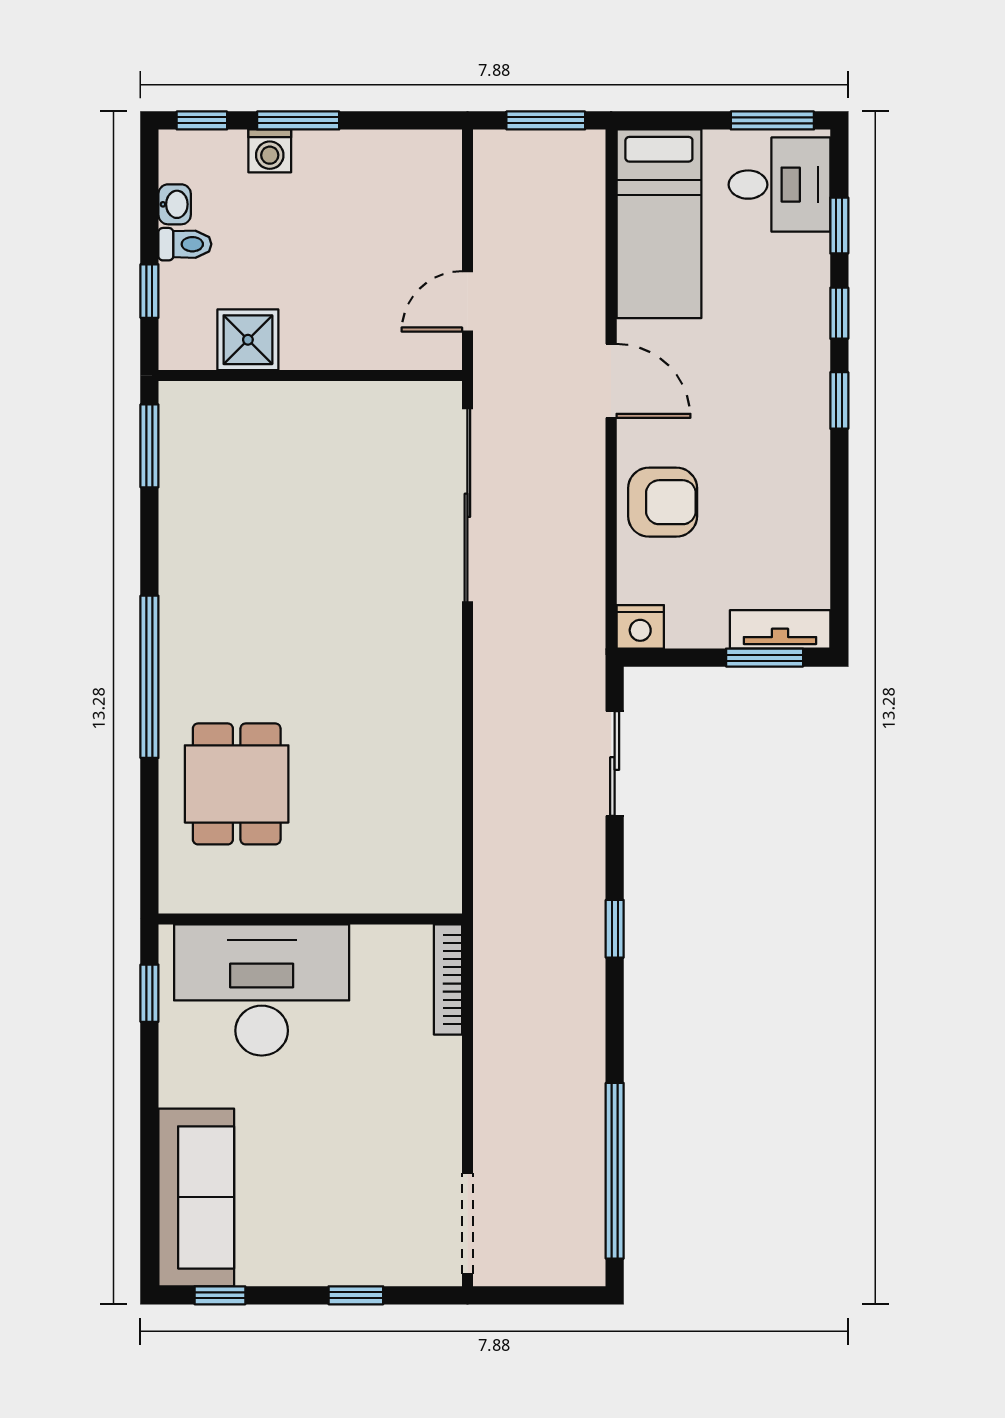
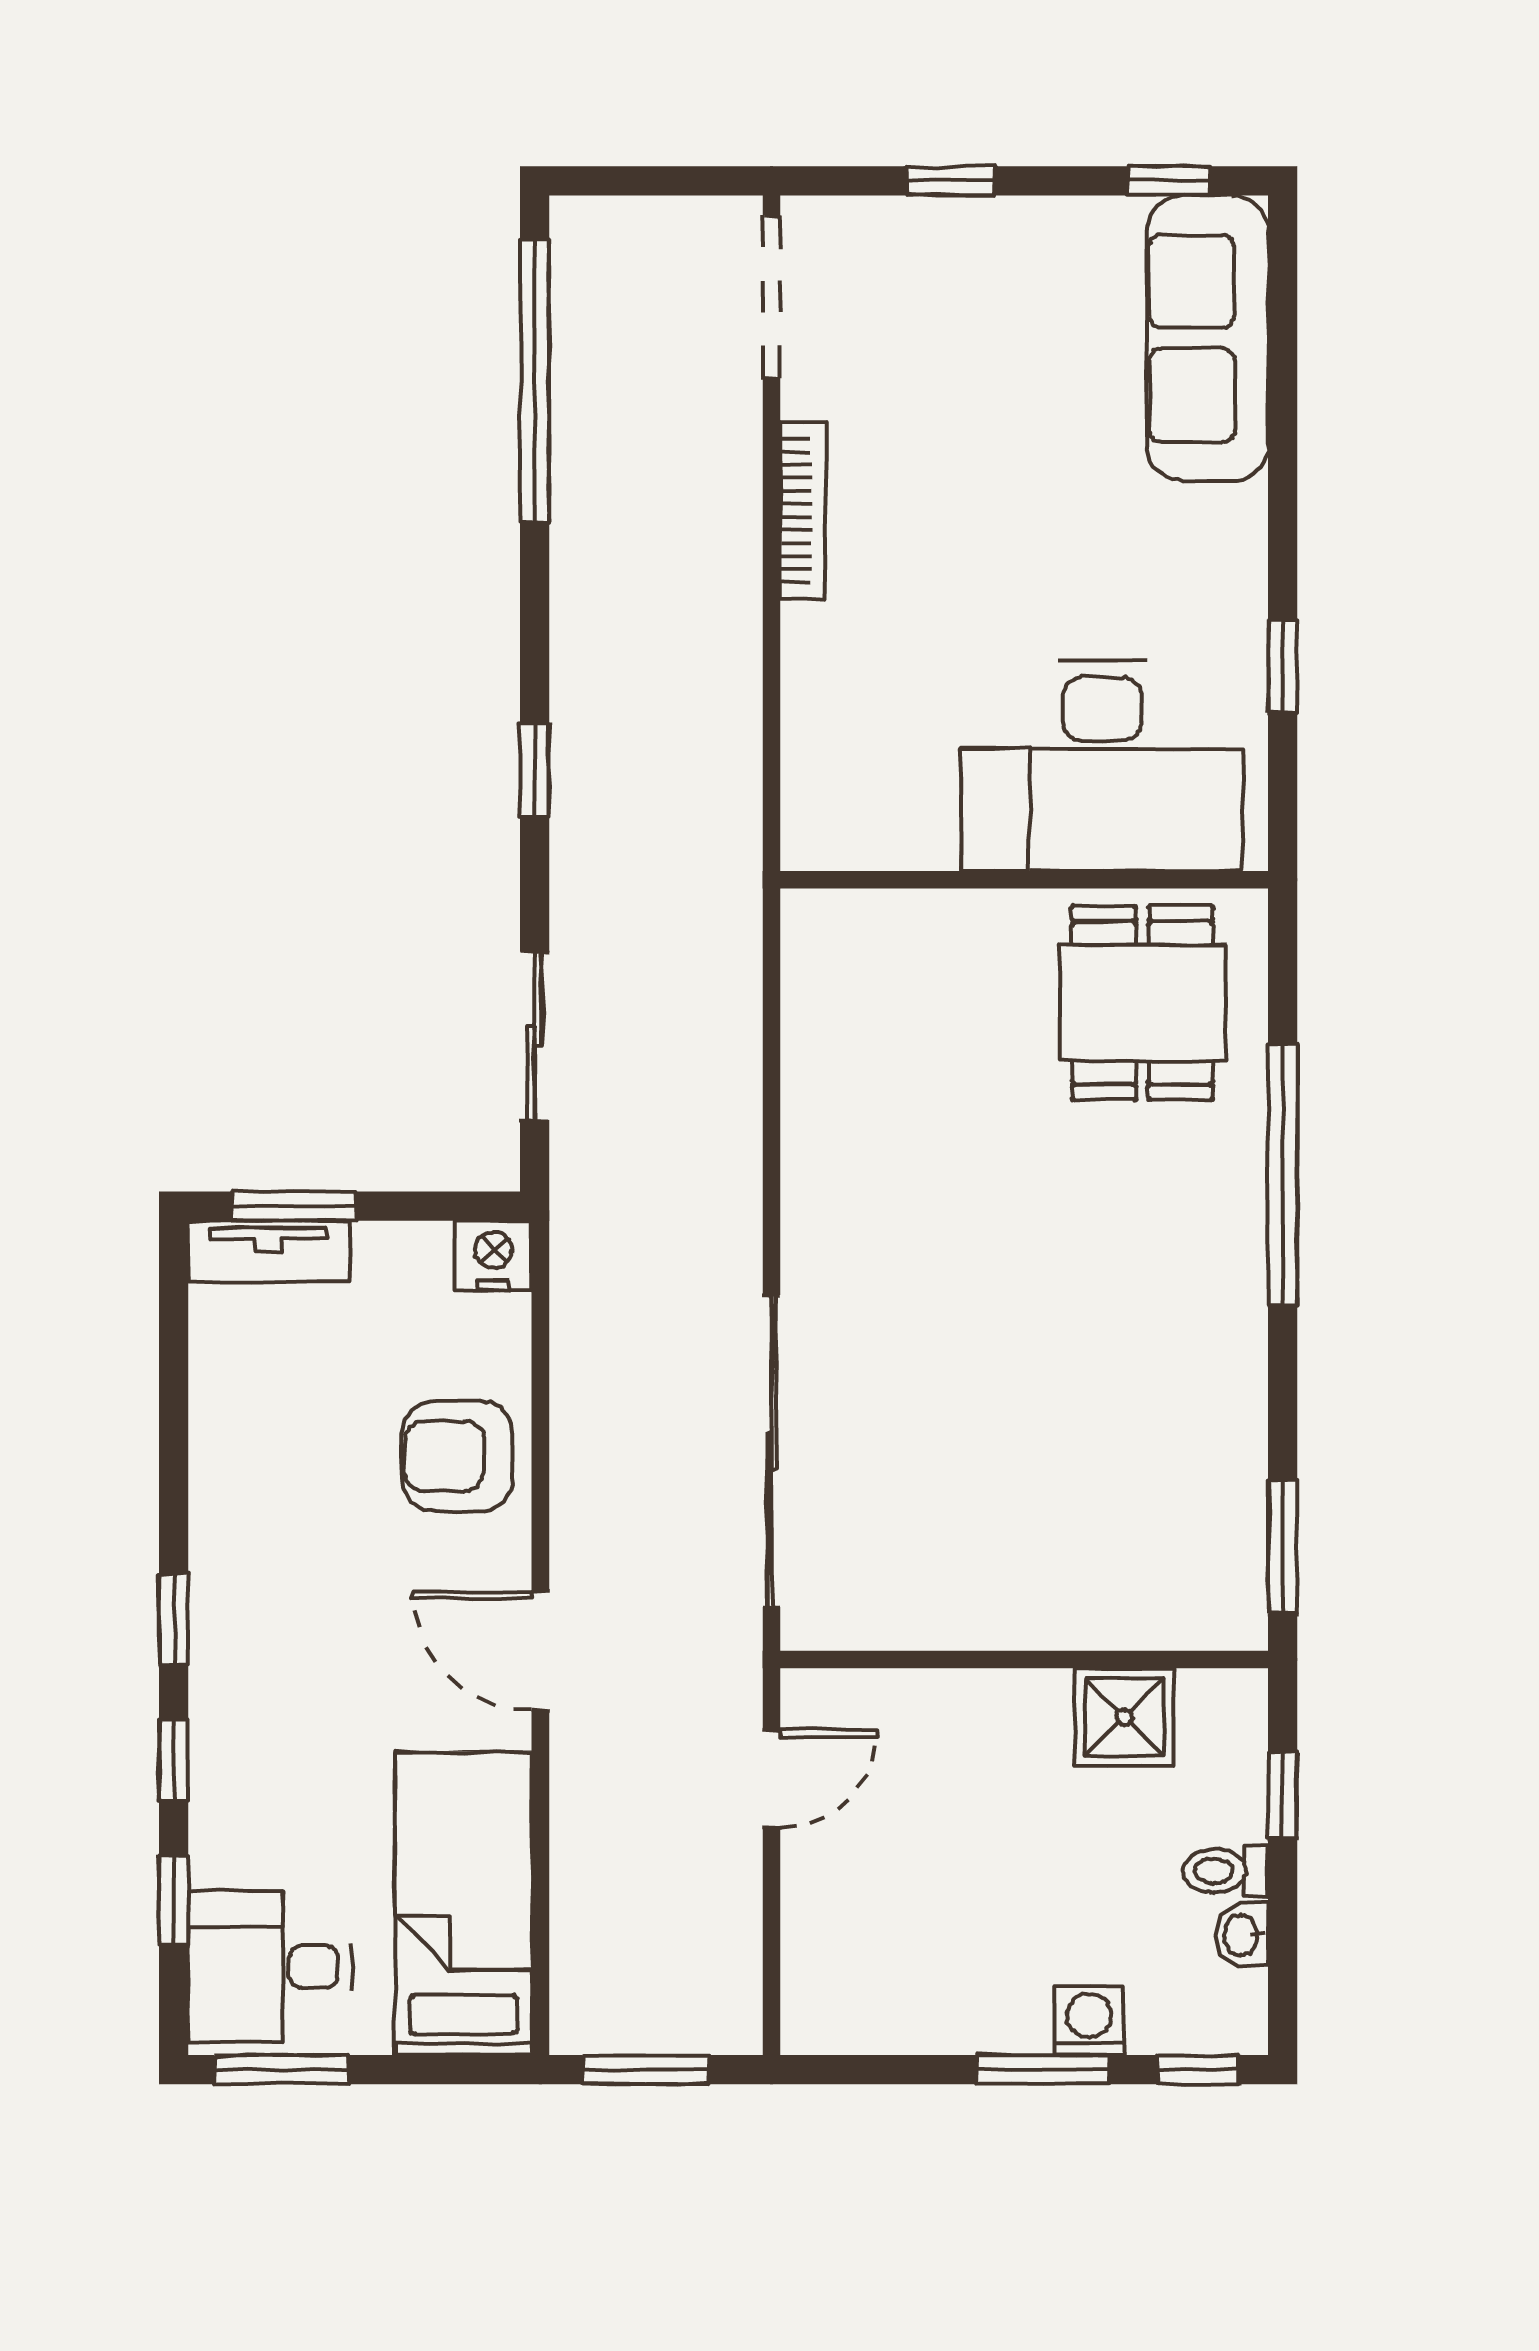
wall: (310, 919) -> (1024, 880), moved
bookcase: (448, 979) -> (803, 510), moved
desk: (262, 990) -> (1102, 766), moved

